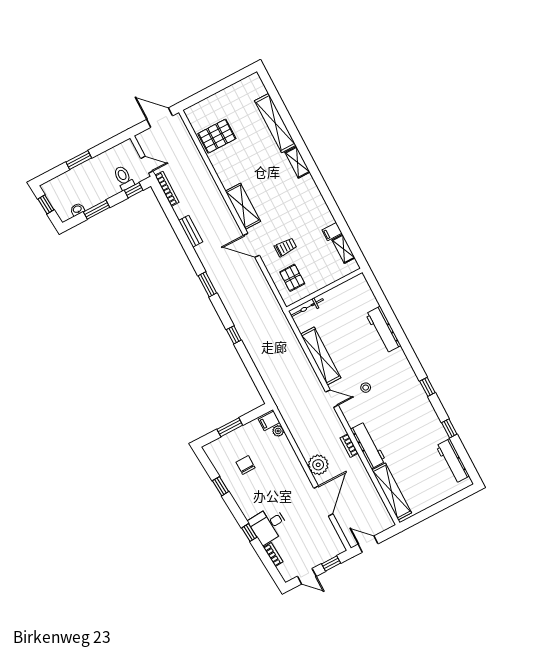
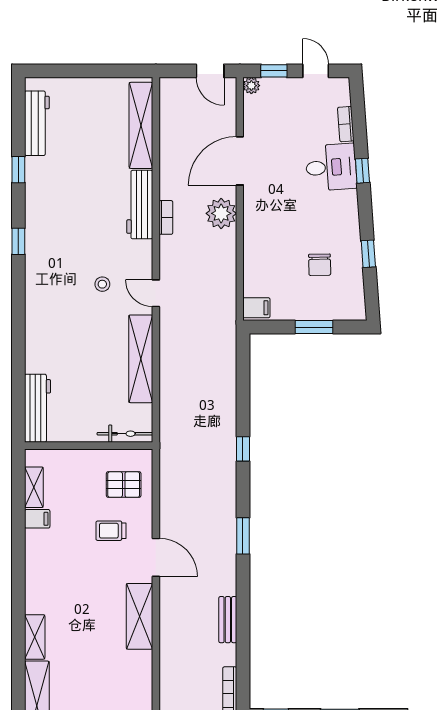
pallet: (292, 278) -> (124, 485), turned 90
workbench: (383, 330) -> (38, 408), moved
plant: (278, 431) -> (251, 86), moved

